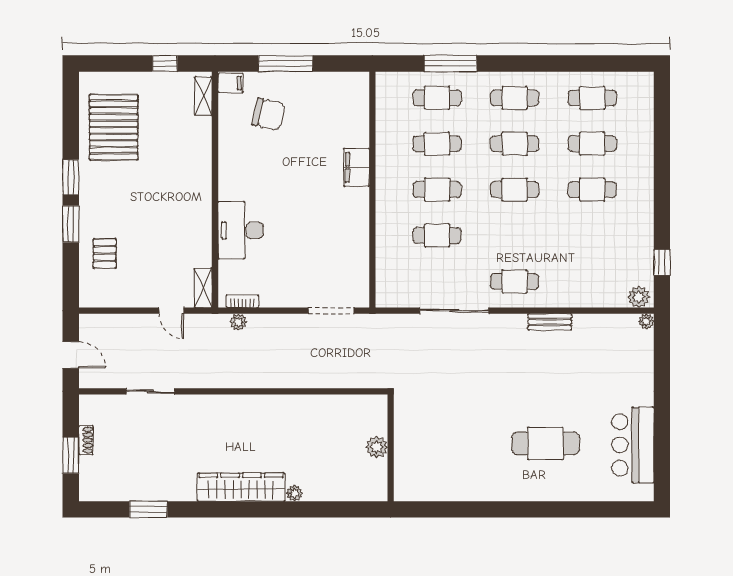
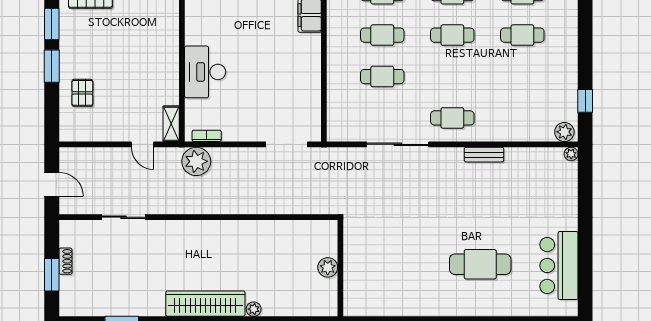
plant: (238, 322) -> (196, 161), width x1.87, depth x1.87

